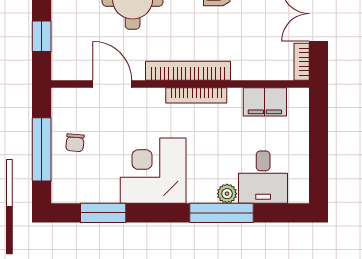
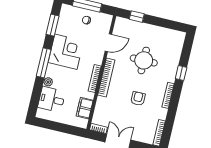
window: (221, 213) -> (44, 63), moved

